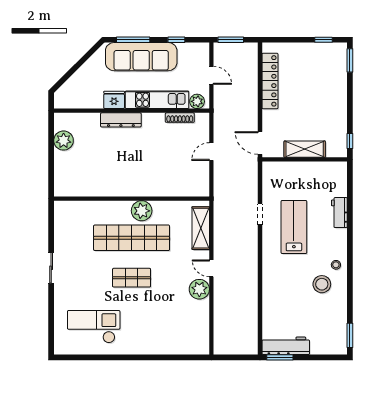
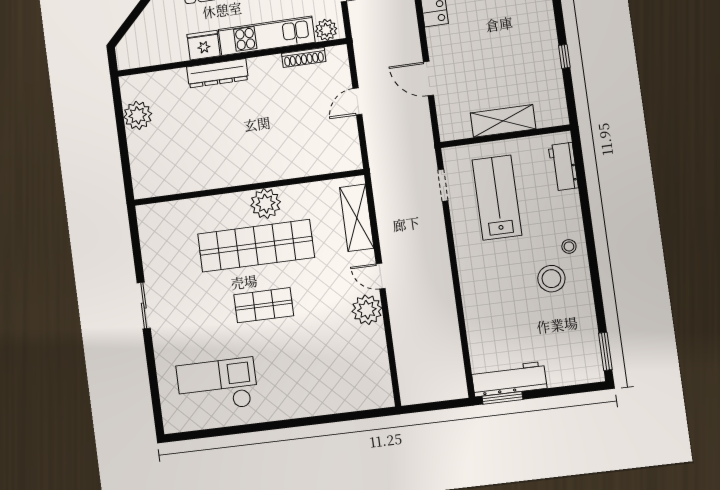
shelving: (305, 149) -> (503, 121), moved
wall: (305, 159) -> (505, 136), moved

